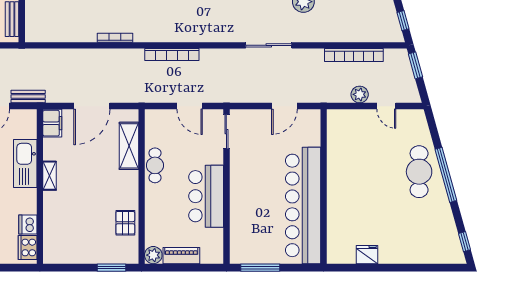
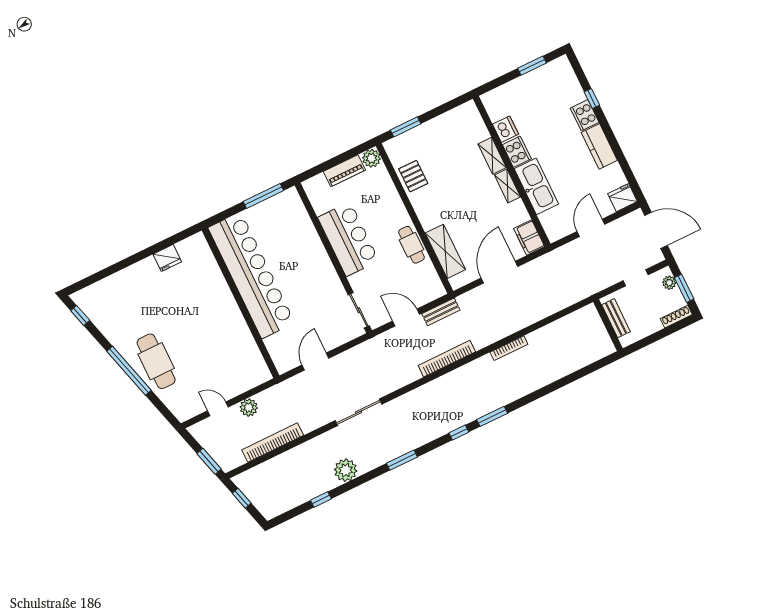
bench: (28, 96) -> (441, 312), moved
shelving: (50, 208) -> (492, 156), added
cooker: (28, 247) -> (517, 152), moved

